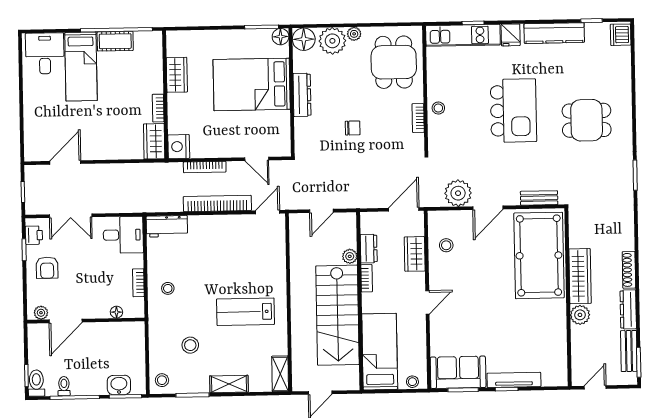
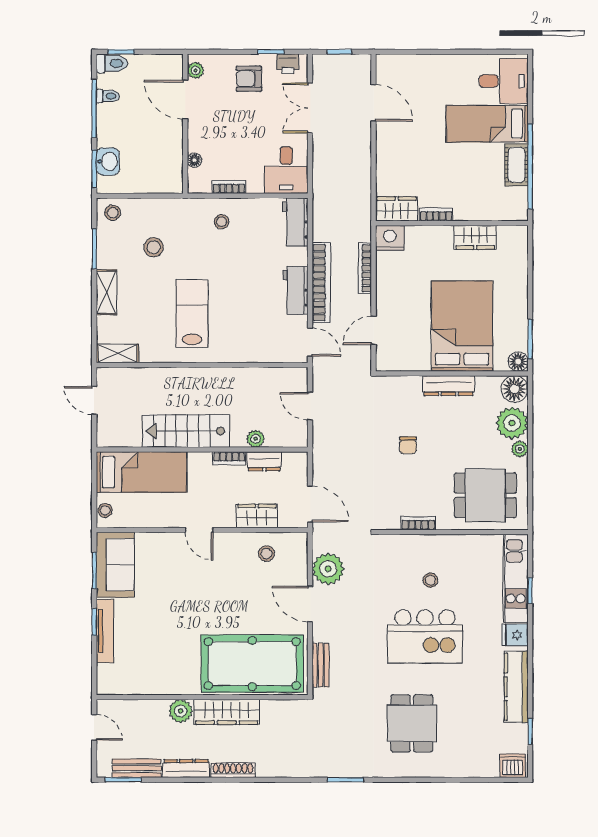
stool: (438, 108) -> (430, 580), moved
workbench: (224, 225) -> (296, 290), added
stairs: (337, 315) -> (186, 431), width x0.73, depth x0.66

